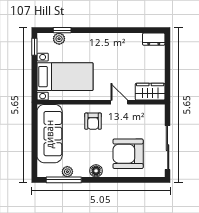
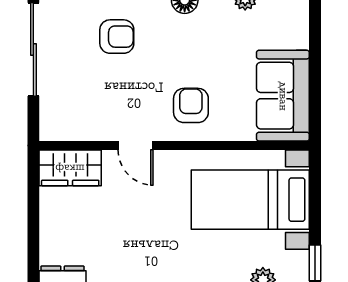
sofa: (50, 134) -> (283, 96), width x0.73
armchair: (128, 154) -> (117, 37), width x0.53, depth x0.53

